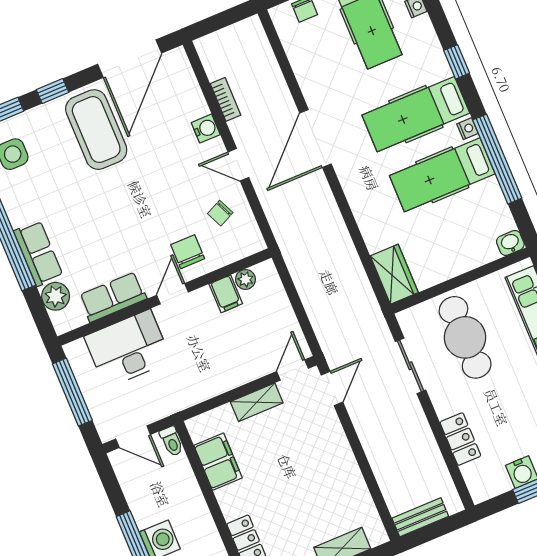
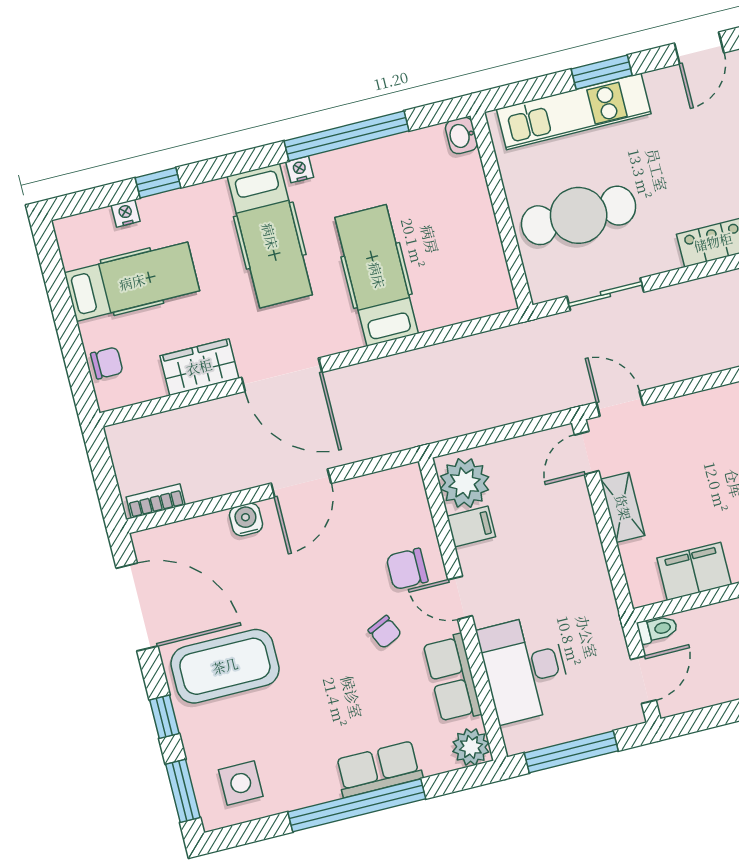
window: (457, 62) -> (158, 183), moved
bookcase: (225, 99) -> (156, 501), moved
door: (238, 165) -> (301, 483), width x1.38
hospital bed: (442, 175) -> (377, 275), moved, turned 180
chair: (220, 213) -> (385, 632), moved
wardrobe: (394, 274) -> (199, 367), moved
plant: (245, 279) -> (465, 483), width x1.87, depth x1.87
plant: (56, 296) -> (471, 747), moved
door: (293, 370) -> (587, 453), hinge flipped

